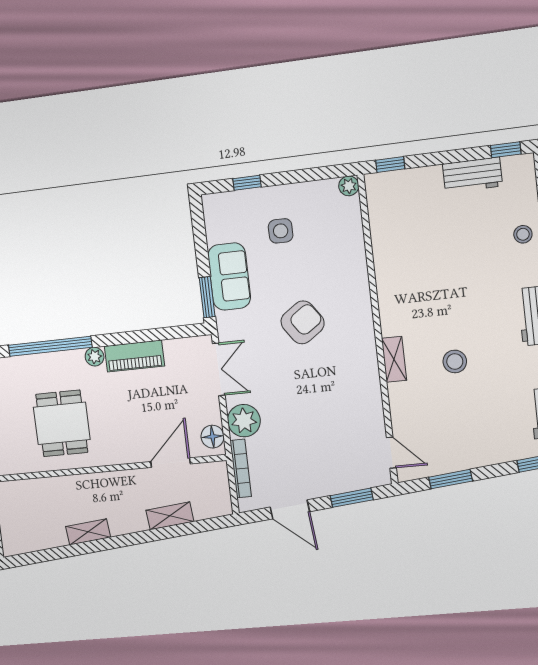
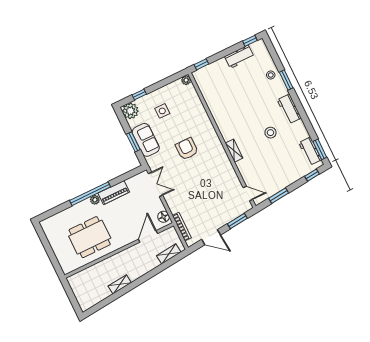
window: (207, 297) -> (133, 142), moved
armchair: (303, 322) -> (187, 149), turned -55
window: (50, 346) -> (90, 194), moved
stool: (455, 361) -> (270, 133), moved
plant: (244, 421) -> (130, 111), moved
dining table: (62, 423) -> (90, 237), width x1.38
shelving: (170, 516) -> (169, 254), moved

